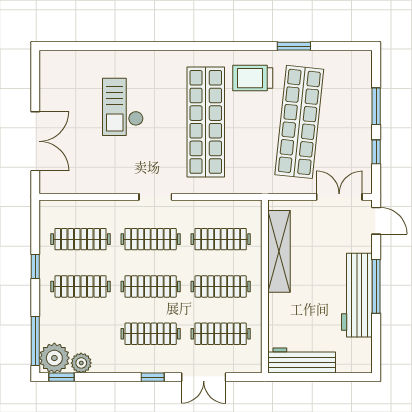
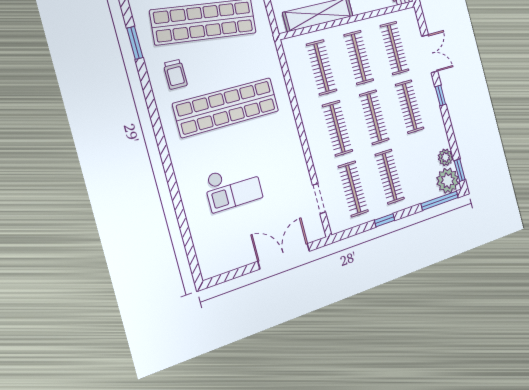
trolley: (253, 78) -> (175, 74), width x0.73, depth x0.72
doorway: (155, 197) -> (319, 199), moved

